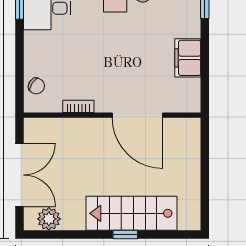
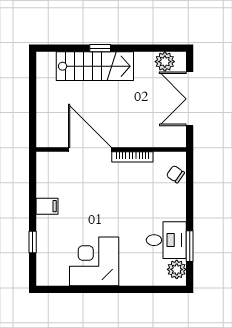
filing cabinet: (188, 58) -> (47, 206), width x0.50
bookcase: (78, 106) -> (132, 157), width x1.56

